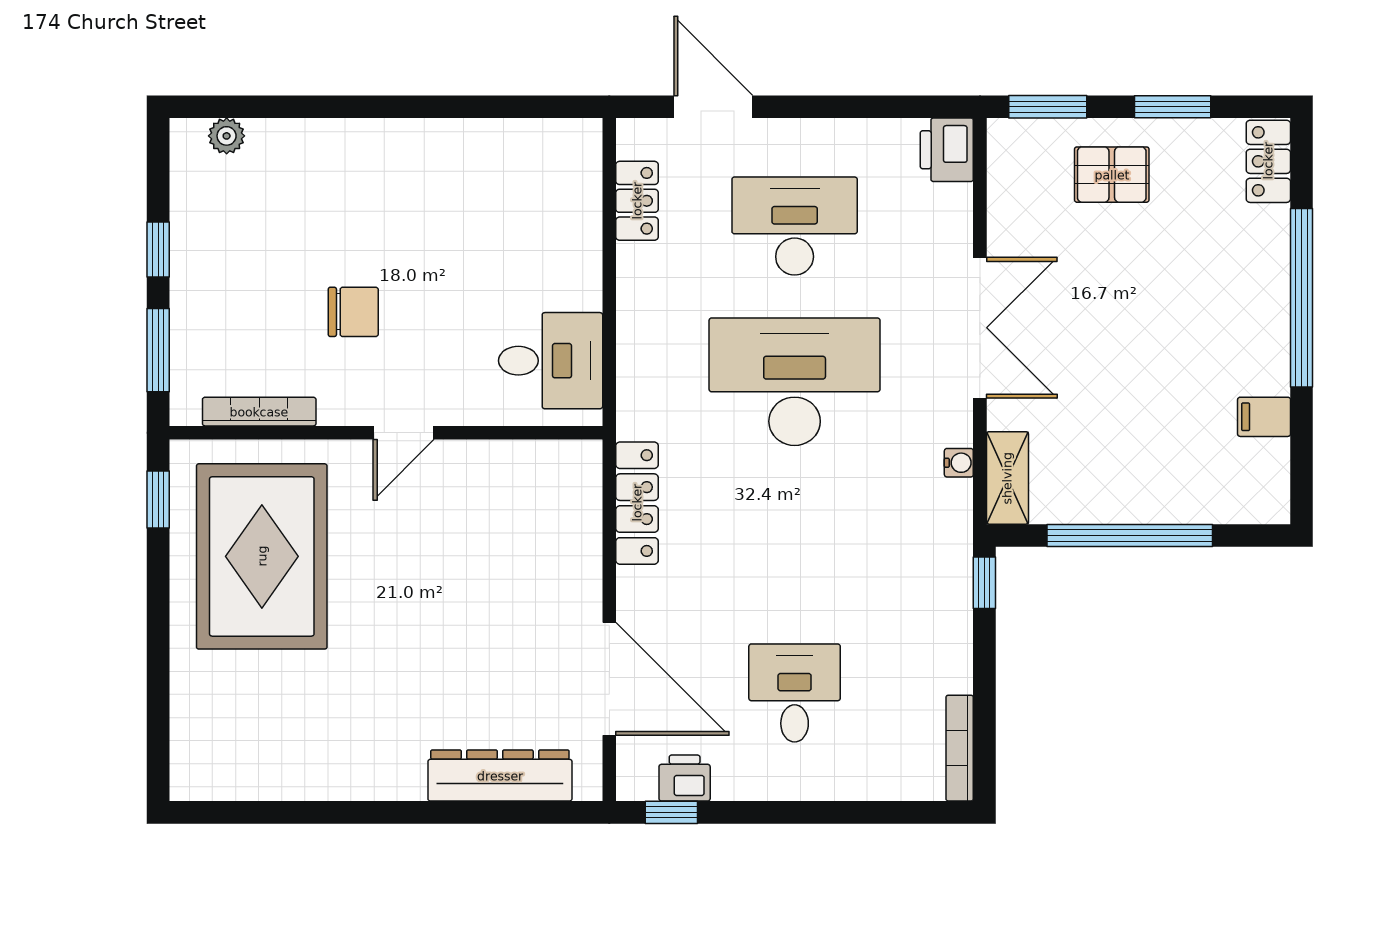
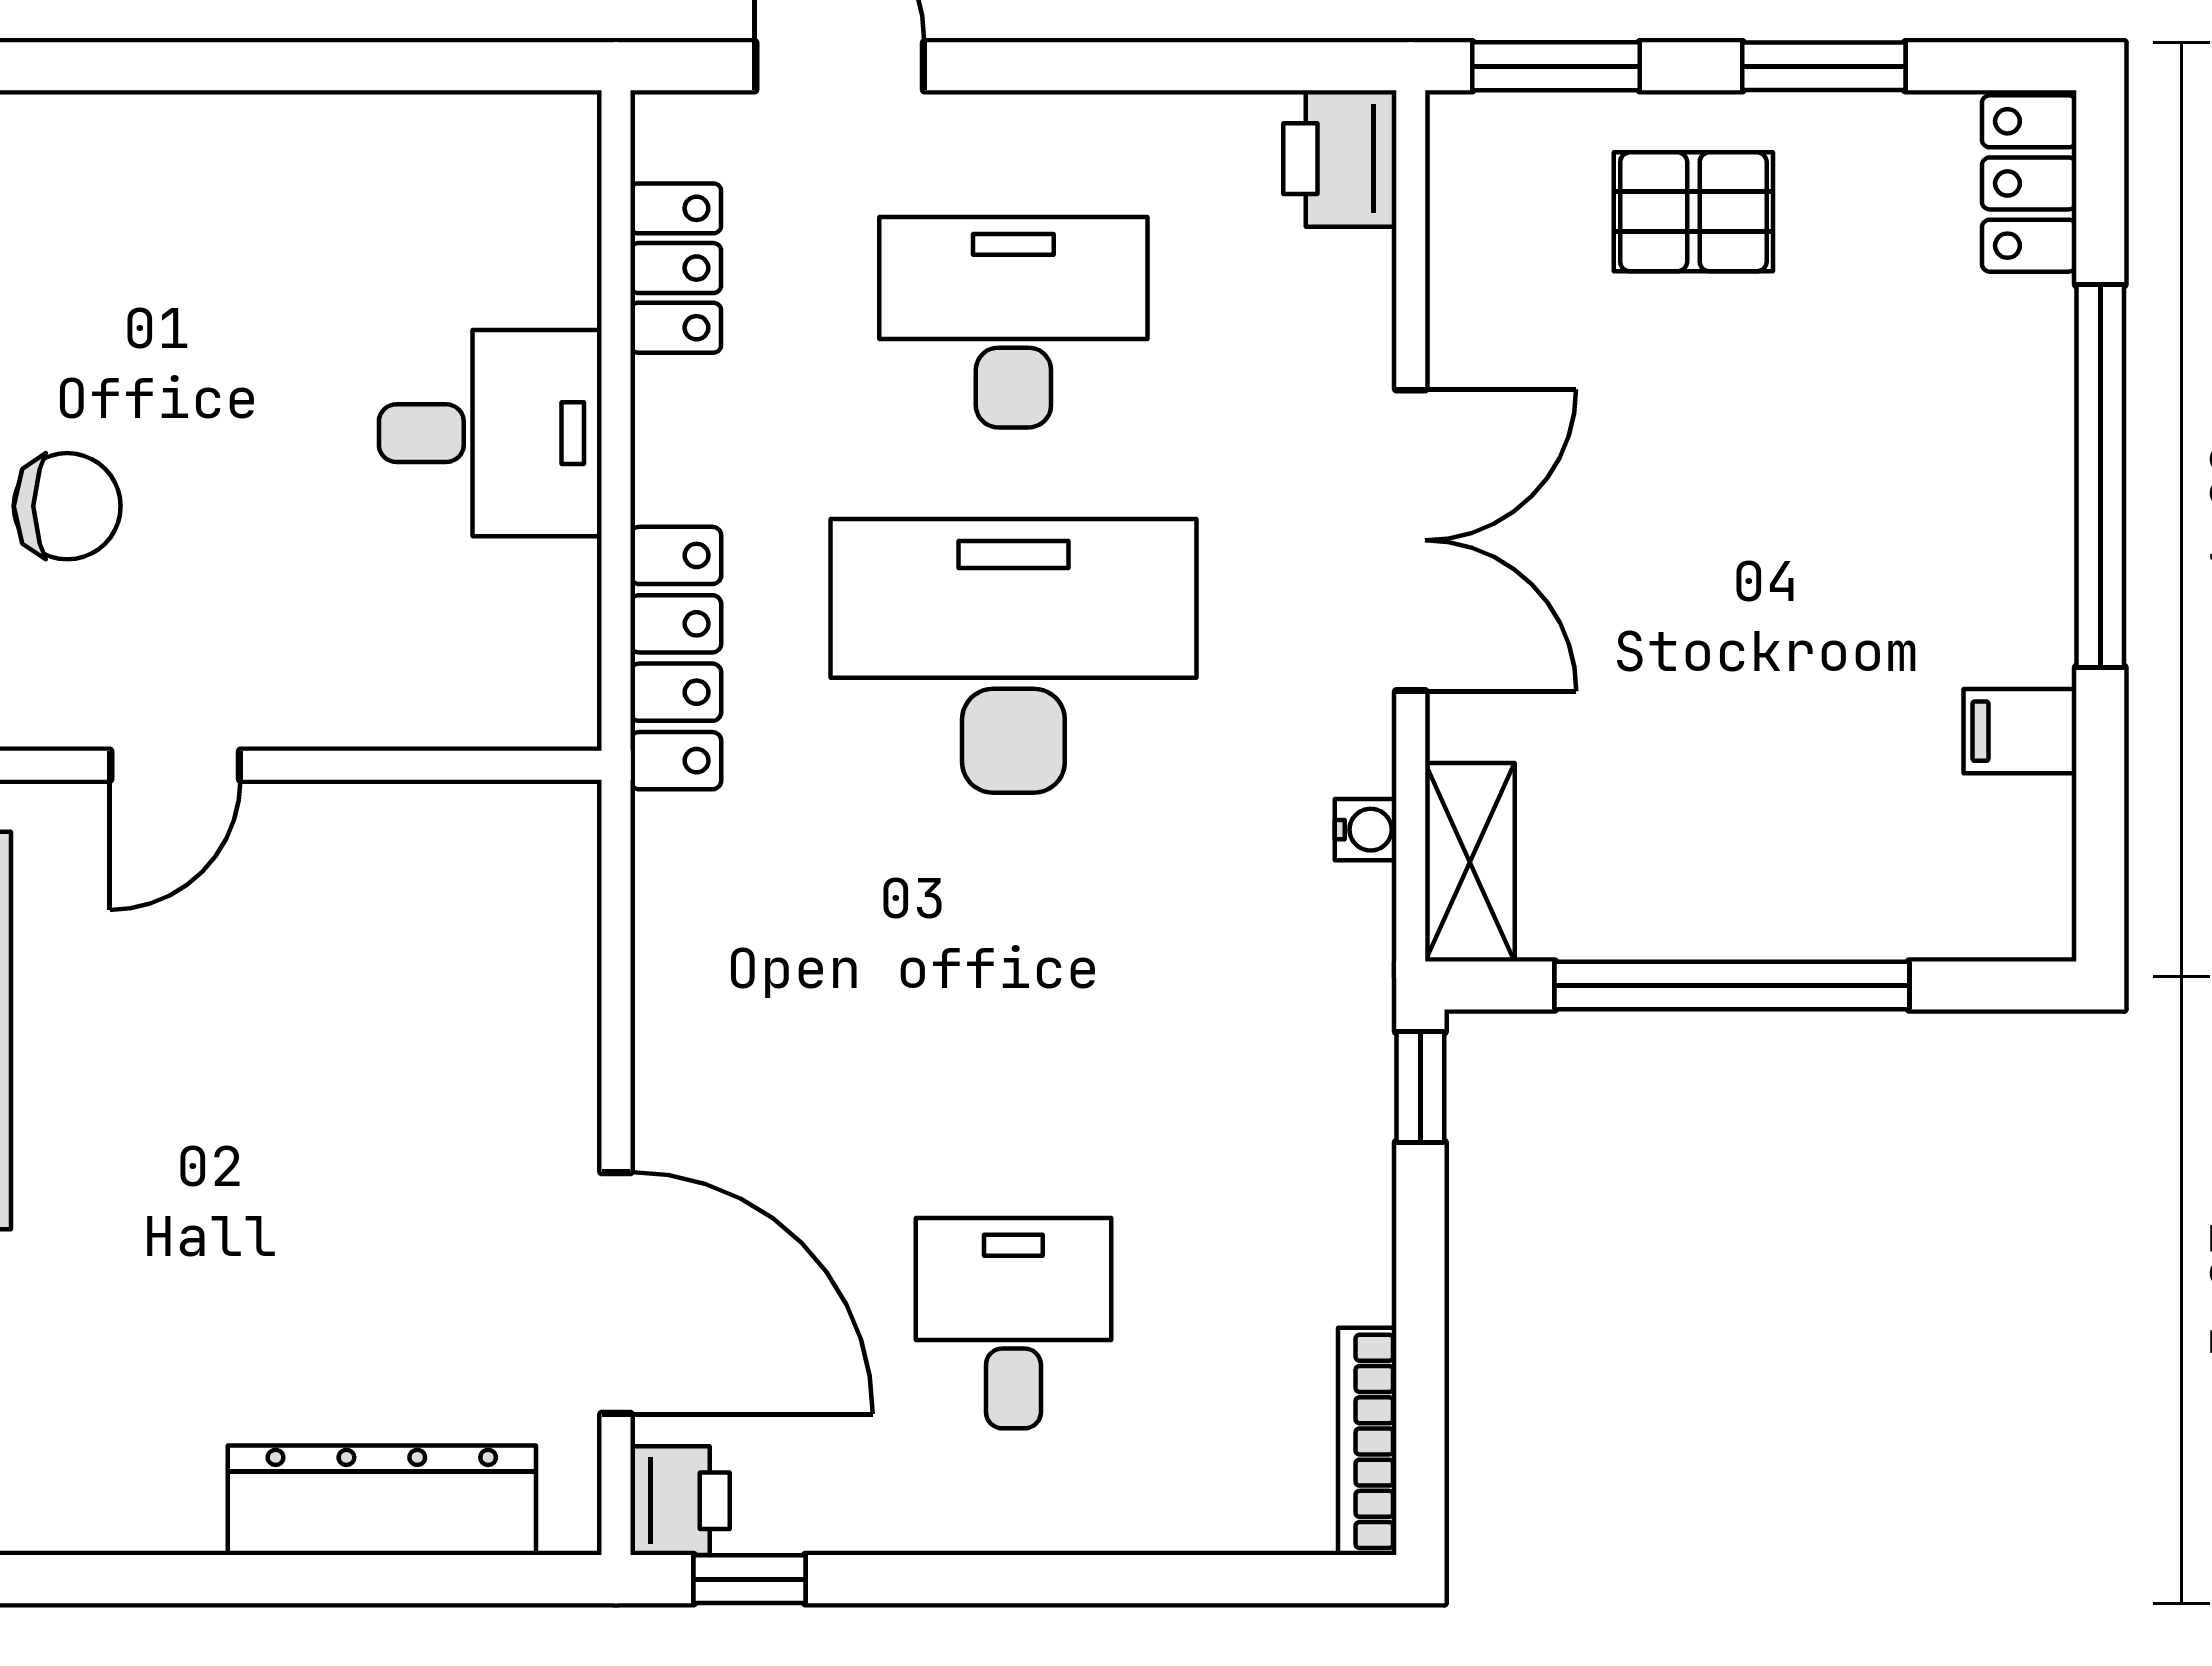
desk: (551, 361) -> (490, 433), moved
locker: (637, 503) -> (676, 658), moved
printer: (685, 778) -> (680, 1501), moved, turned 90

